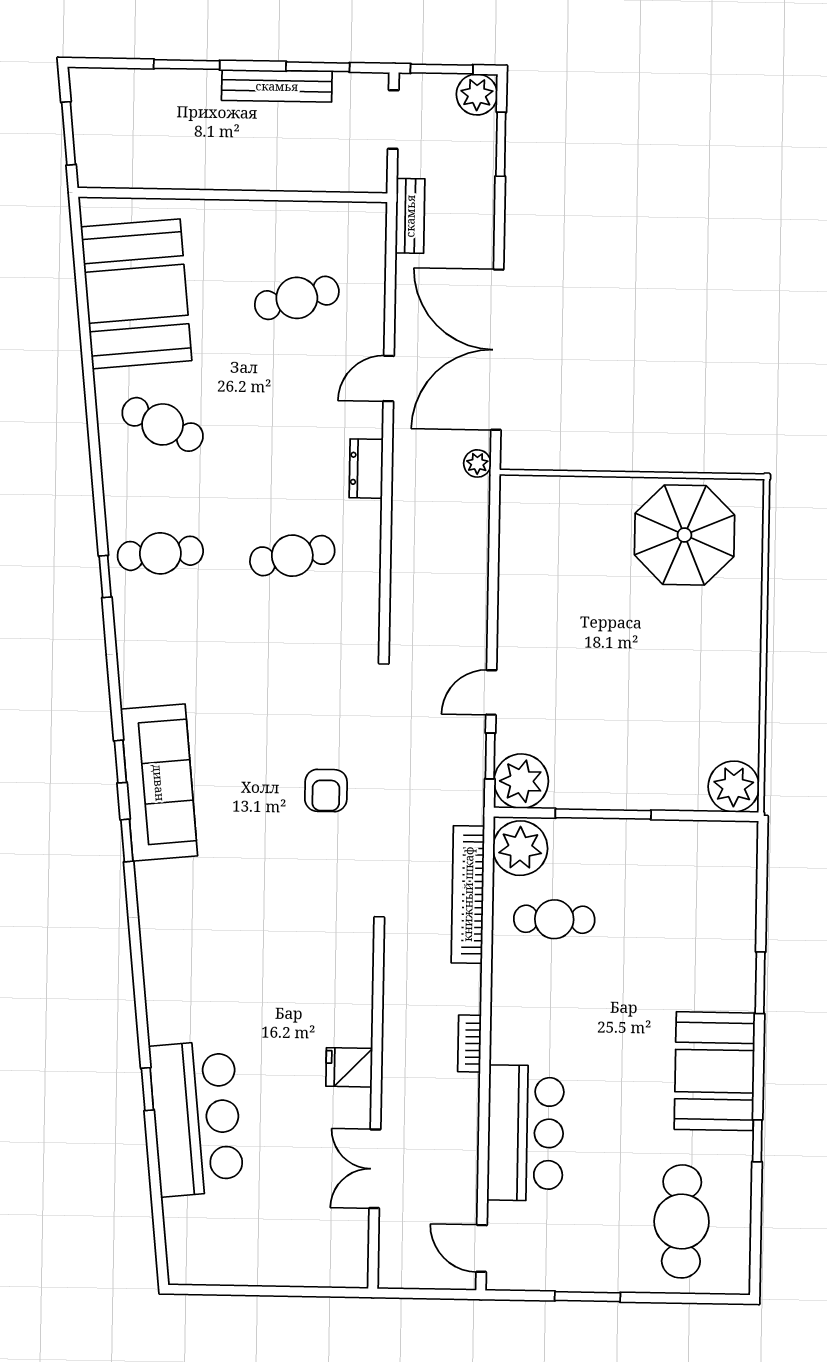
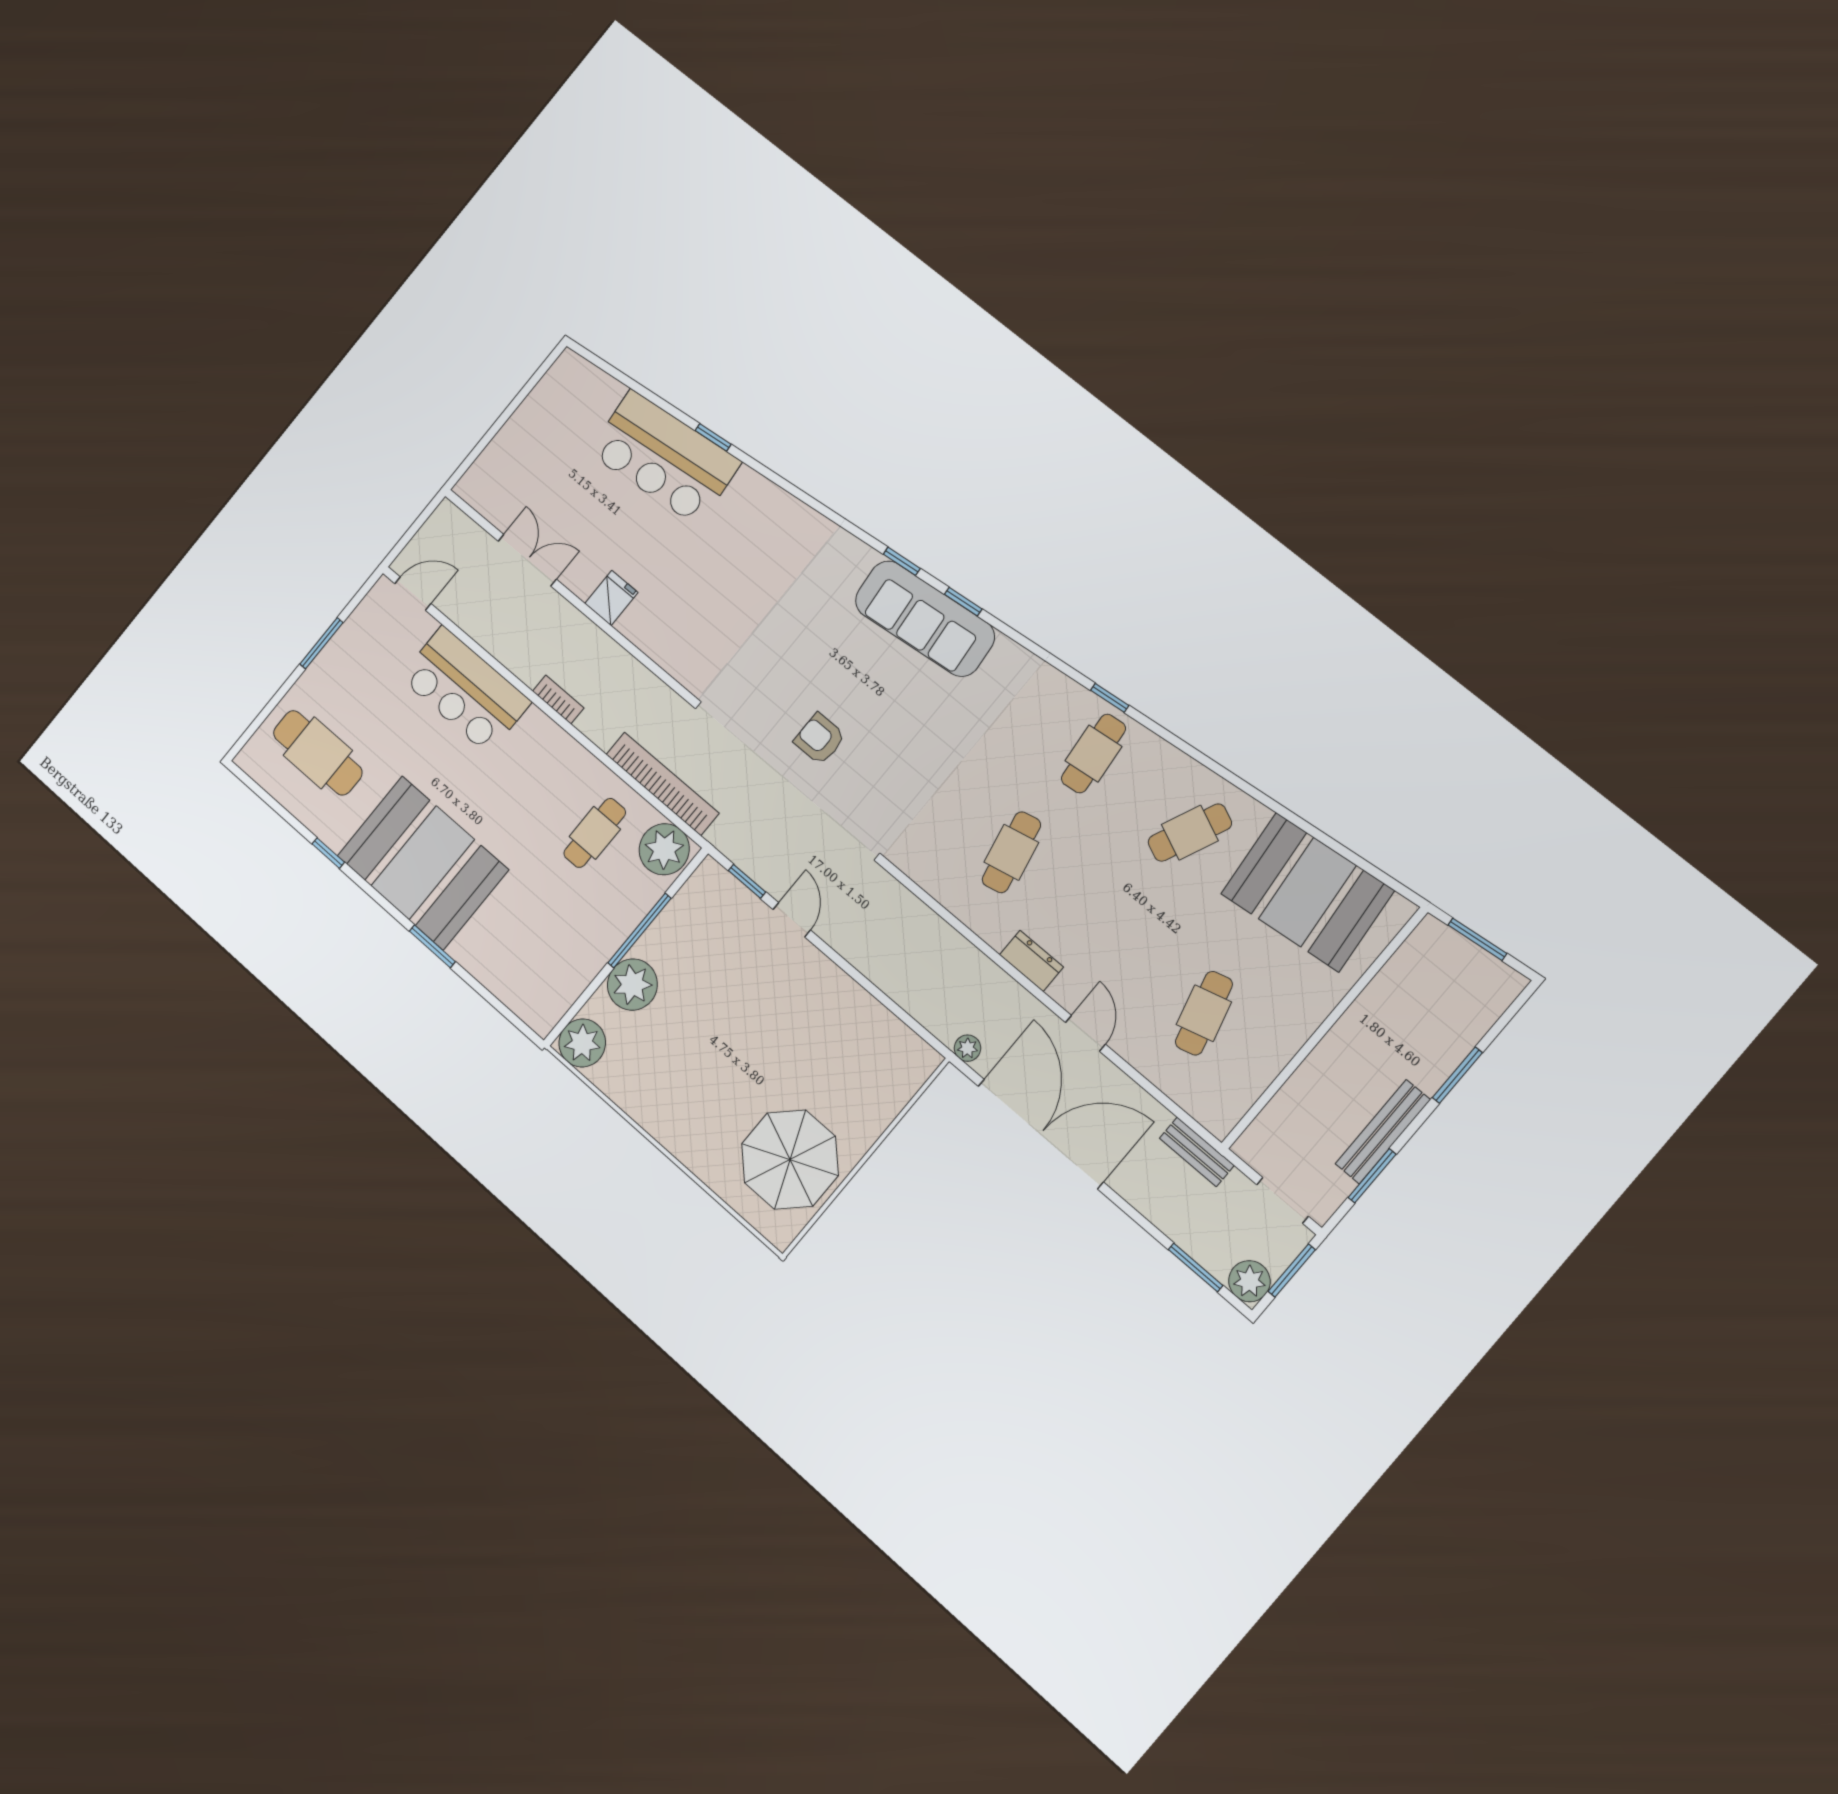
plant: (521, 781) -> (632, 985), moved
booth: (715, 1071) -> (423, 863), width x1.36, depth x1.42

